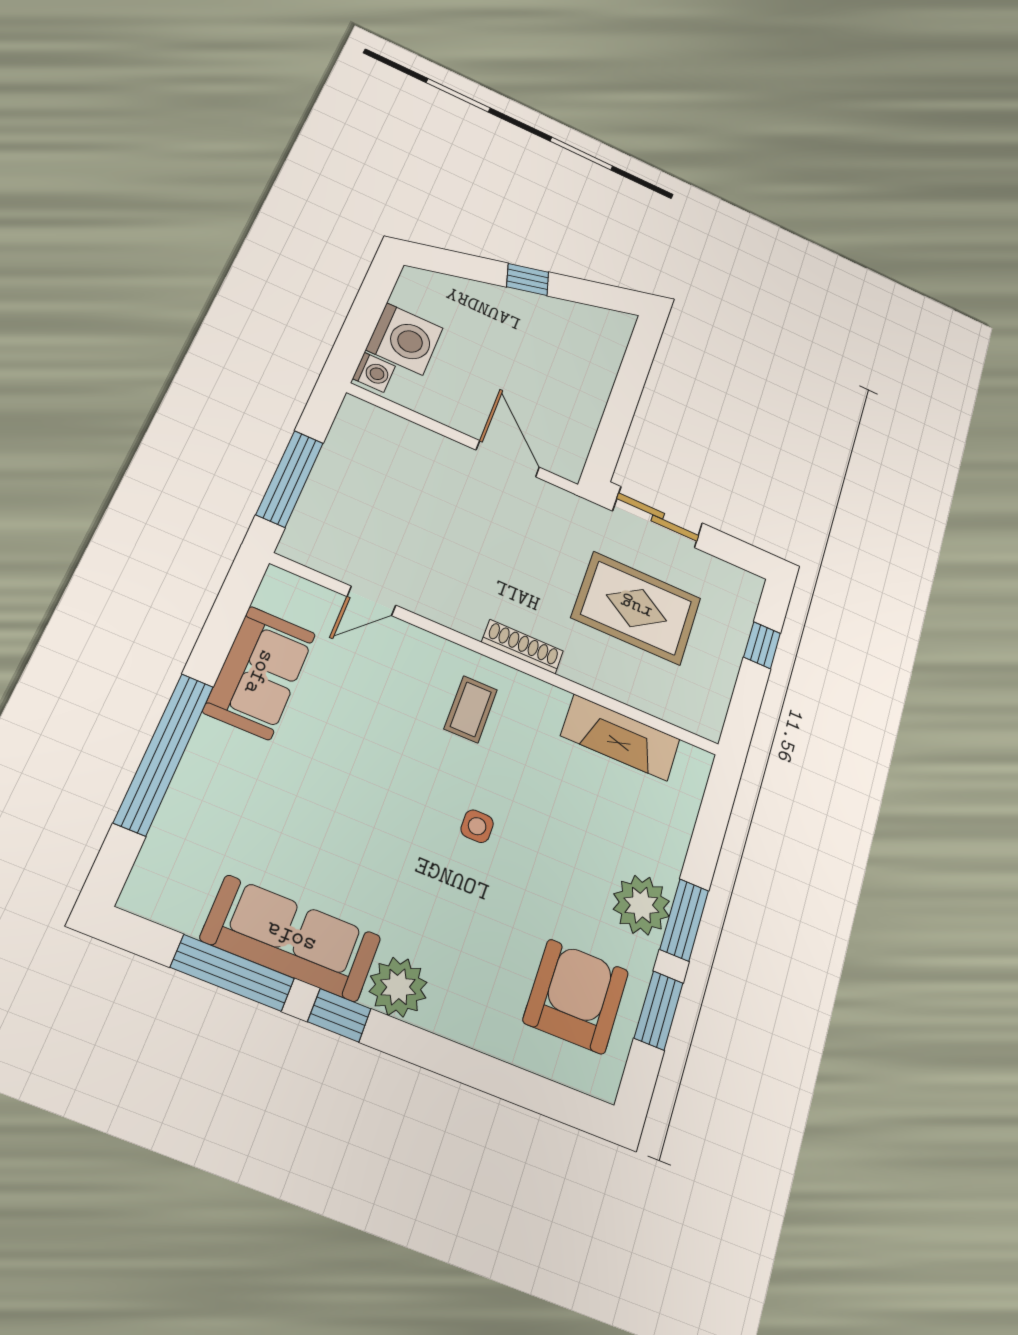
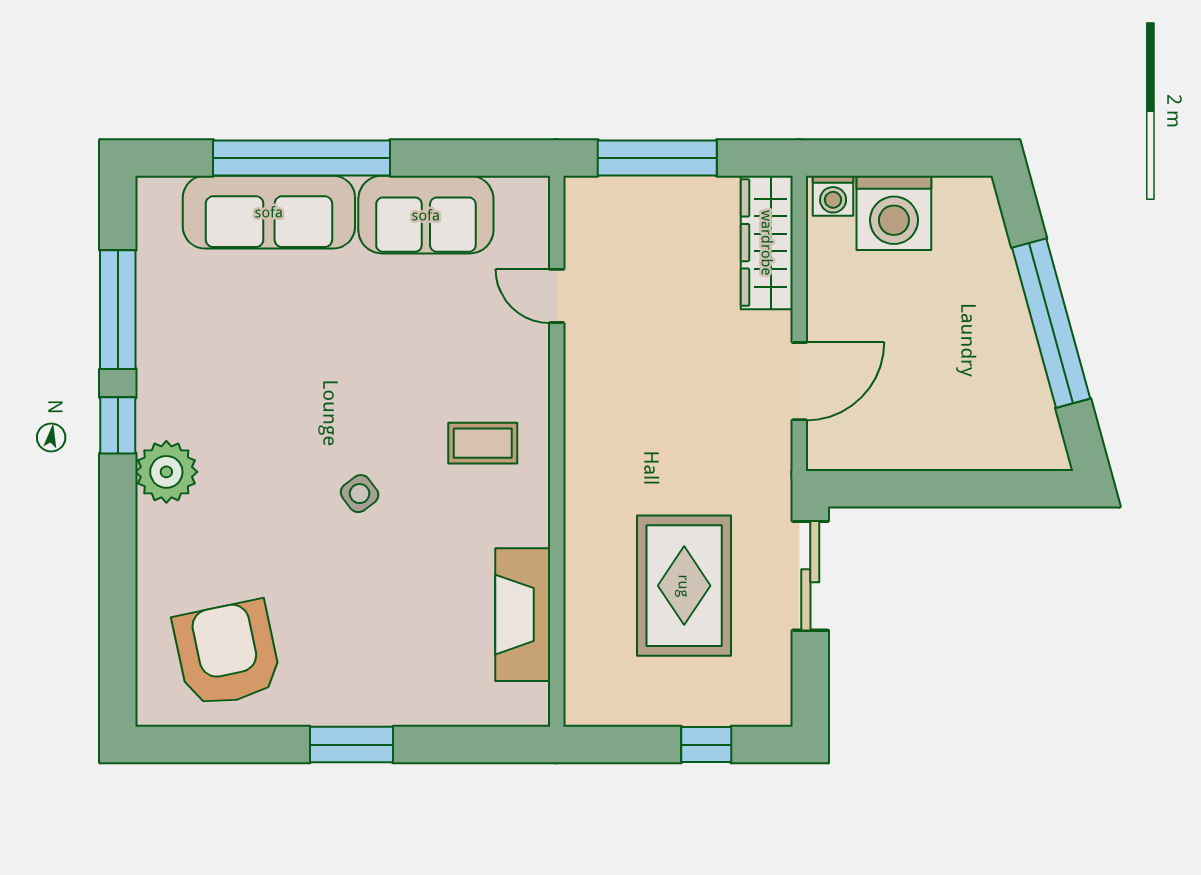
window: (528, 279) -> (1051, 323), width x3.17
wardrobe: (391, 433) -> (767, 243), added
shoe rack: (522, 647) -> (579, 474), removed
side table: (477, 826) -> (360, 494), turned -37
plant: (641, 905) -> (348, 693), removed
sofa: (291, 938) -> (269, 212), moved, turned 90
armchair: (576, 996) -> (227, 654), turned -102
window: (659, 1010) -> (247, 745), removed

